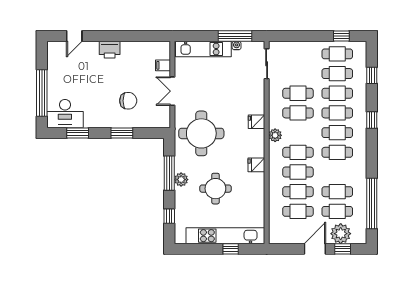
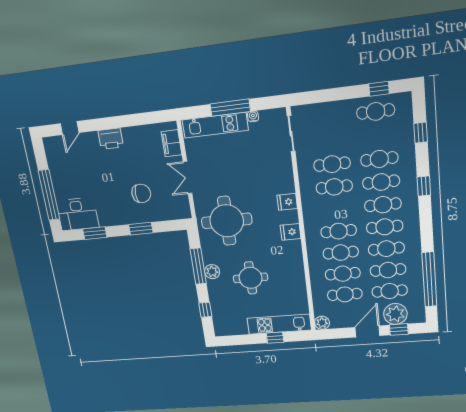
window: (235, 36) -> (230, 108), moved
filing cabinet: (163, 65) -> (171, 143), width x2.00
cafe table: (337, 74) -> (386, 249), moved
plant: (275, 135) -> (322, 323), moved
fridge: (256, 165) -> (291, 232), moved
kitchen unit: (225, 236) -> (279, 324), width x0.73

